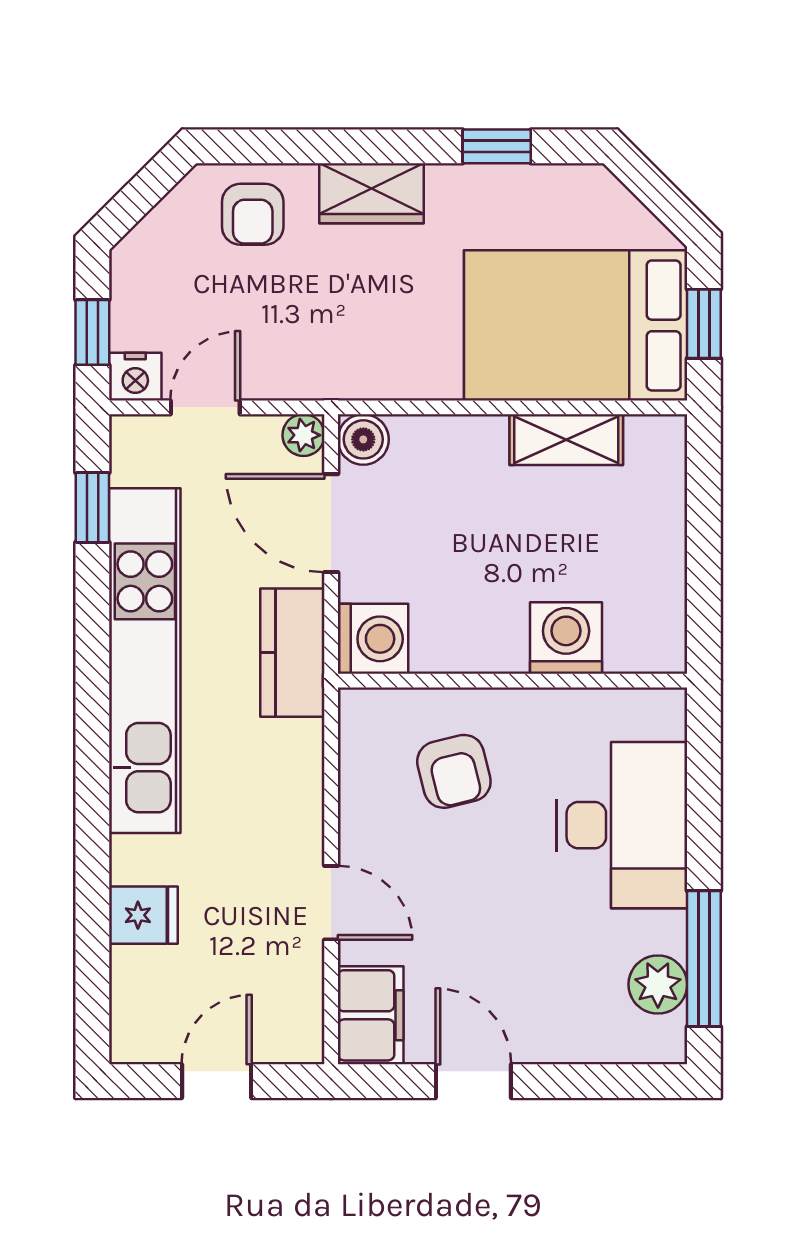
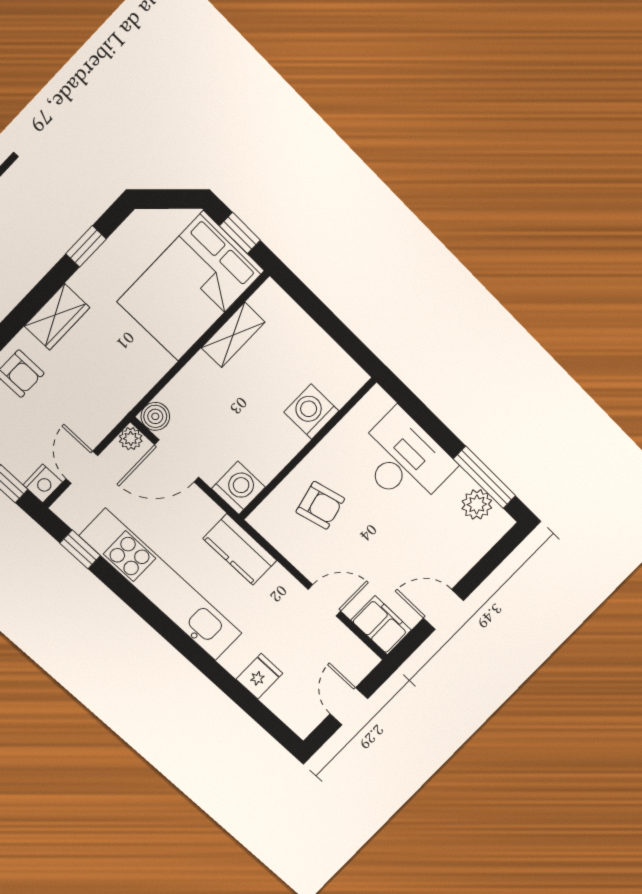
kitchen counter: (292, 653) -> (240, 549), moved

